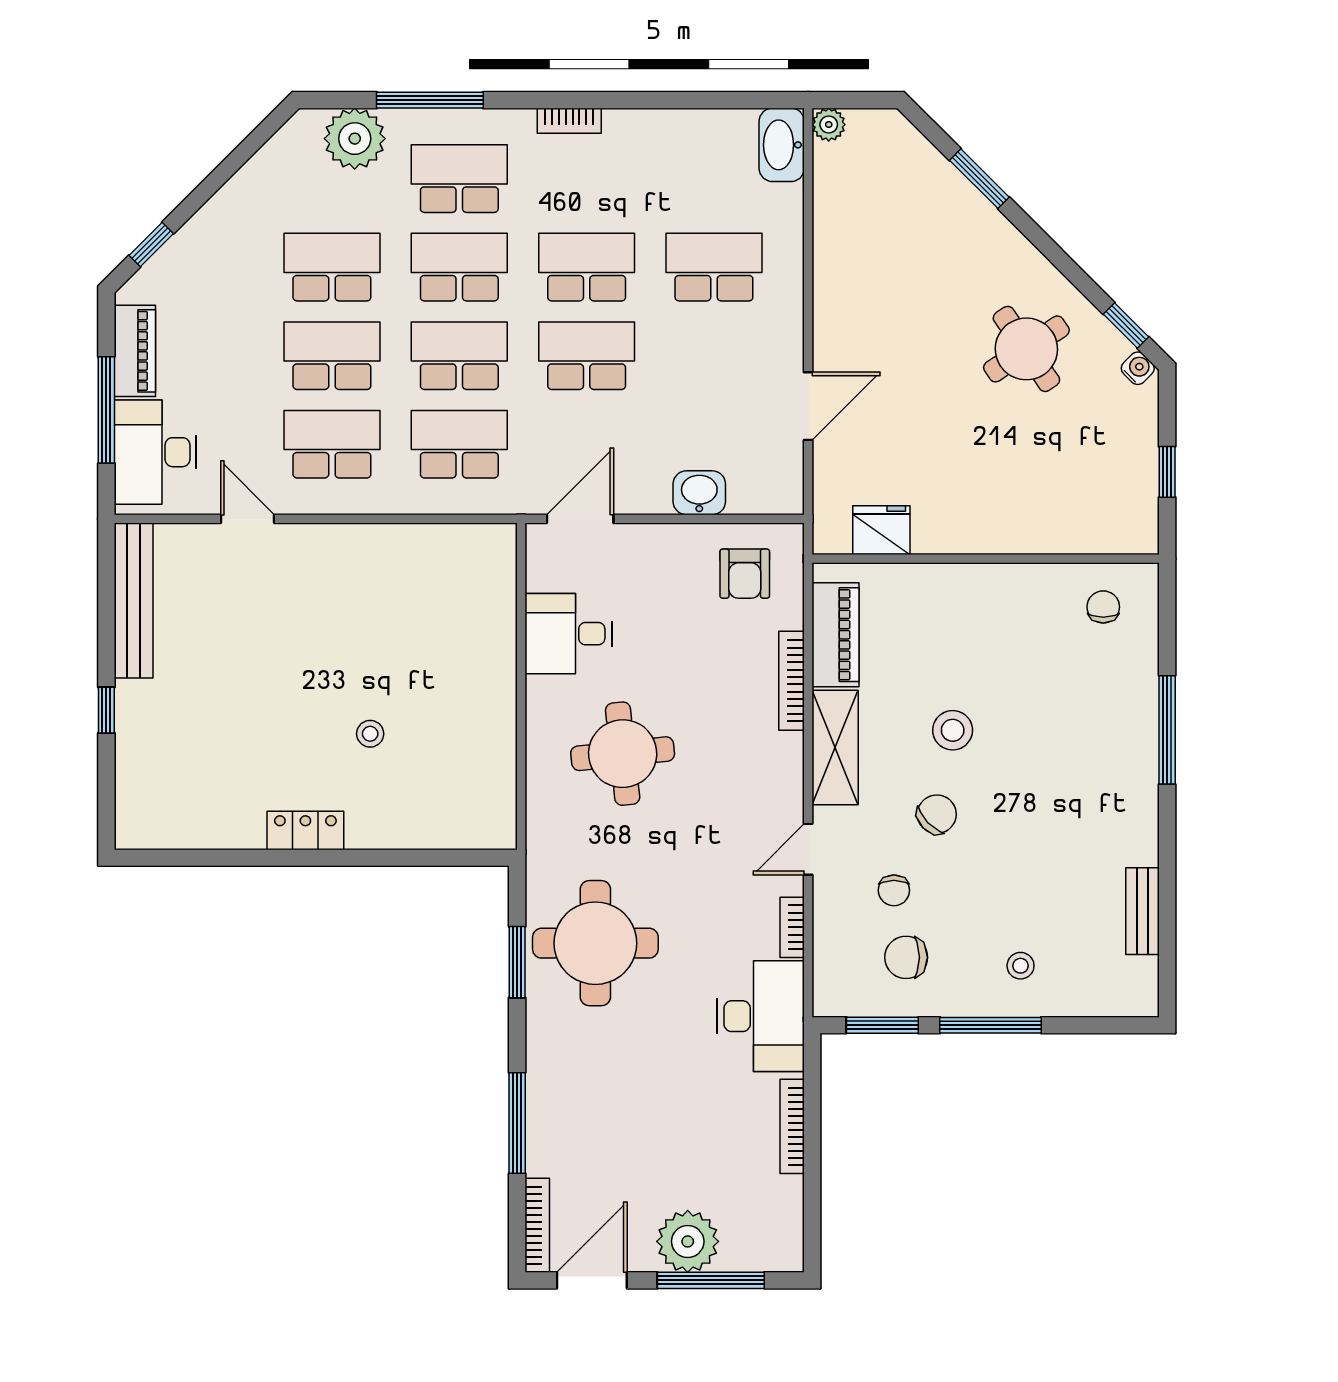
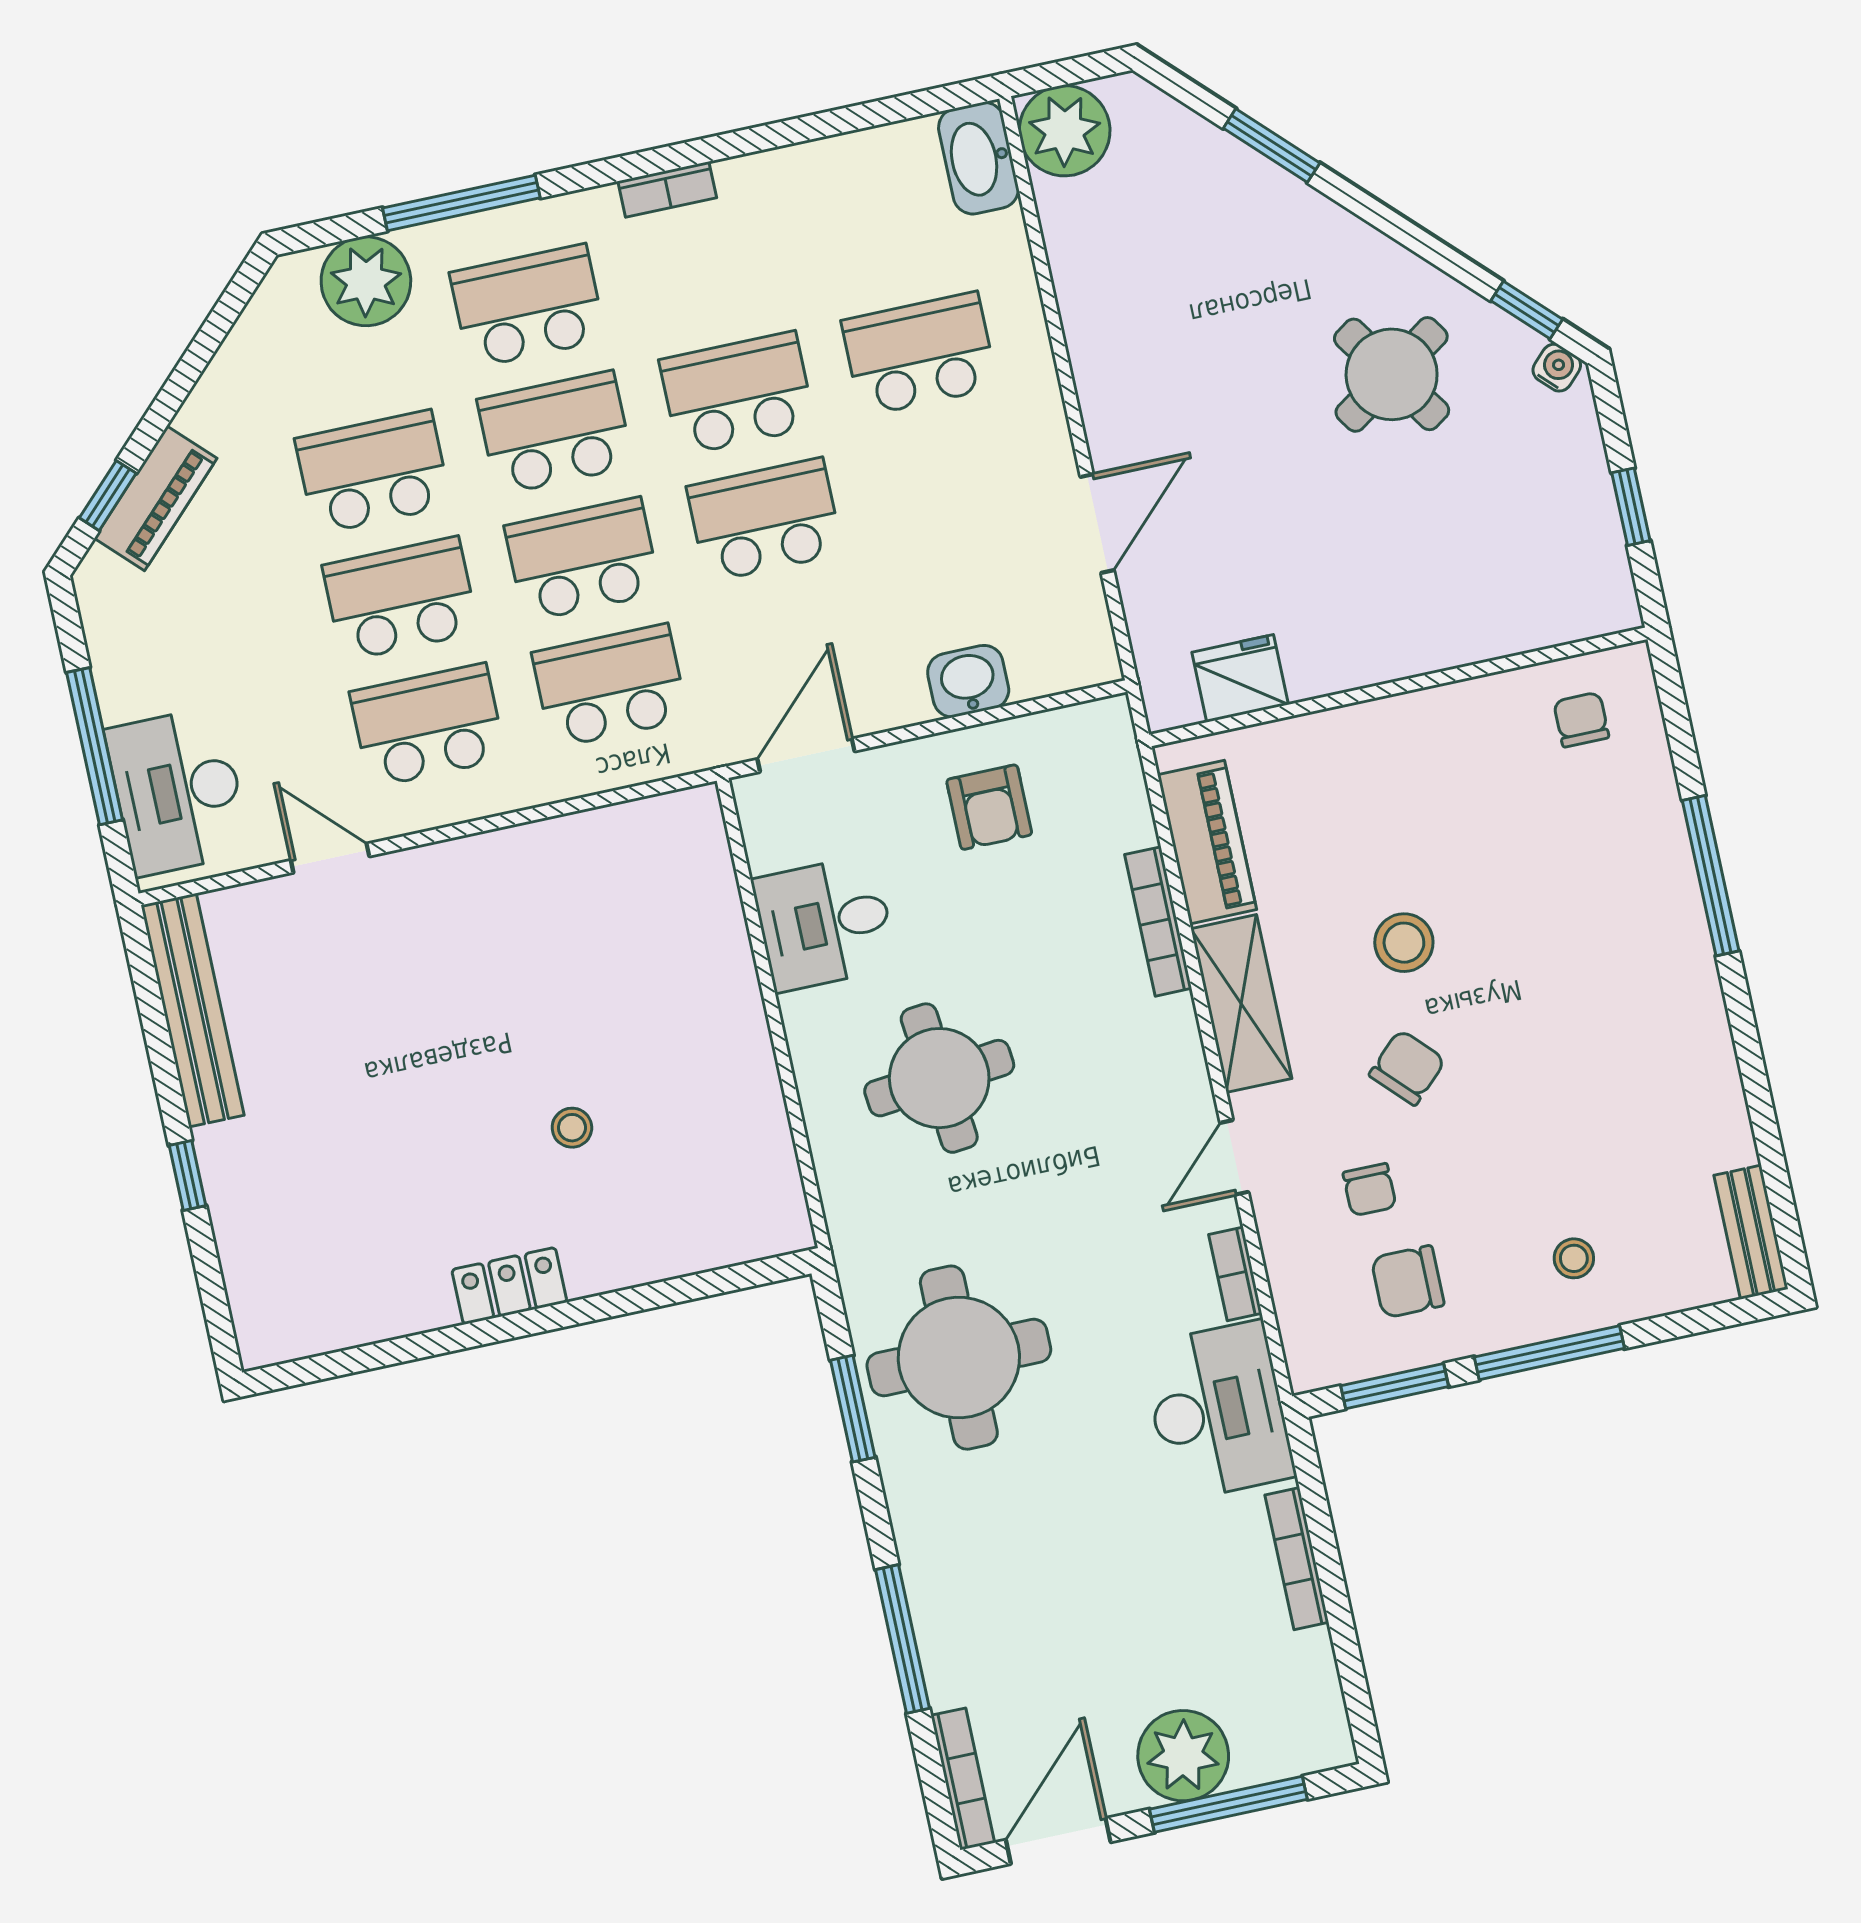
plant: (829, 125) -> (1065, 131), width x1.88, depth x1.88
piano: (135, 351) -> (156, 498), moved, turned 45
armchair: (745, 574) -> (989, 807), moved
bench: (1143, 911) -> (1751, 1232), moved

